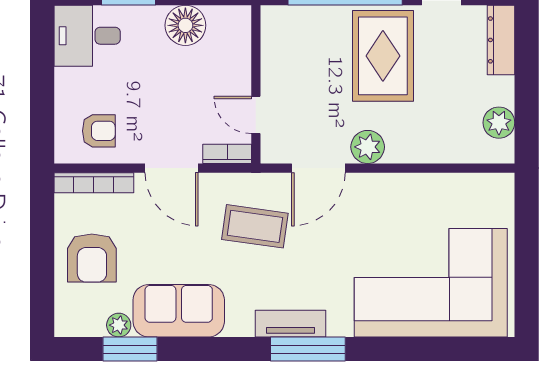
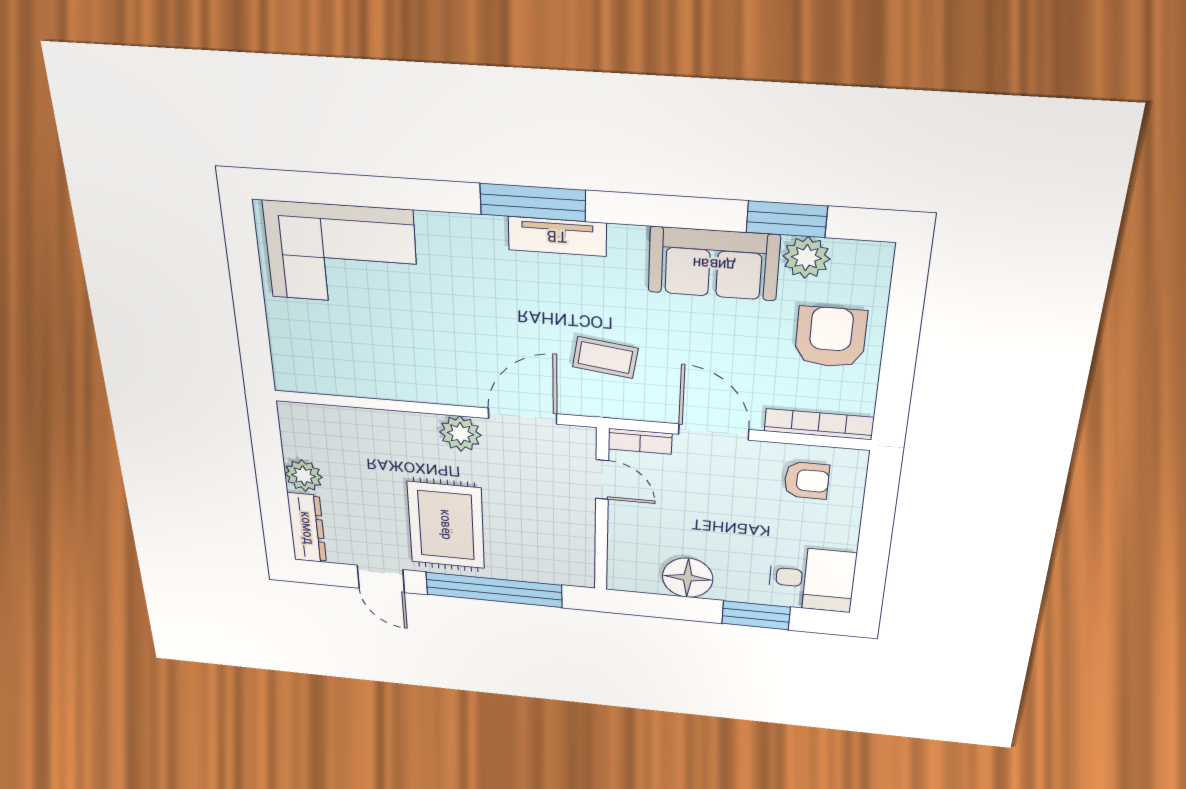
plant: (499, 123) -> (304, 476), moved
armchair: (99, 131) -> (807, 480), turned 180
coffee table: (255, 226) -> (605, 357), width x0.73, depth x0.77
corner sofa: (431, 283) -> (341, 254), width x0.73, depth x0.74
plant: (119, 325) -> (806, 258), width x1.38, depth x1.38

